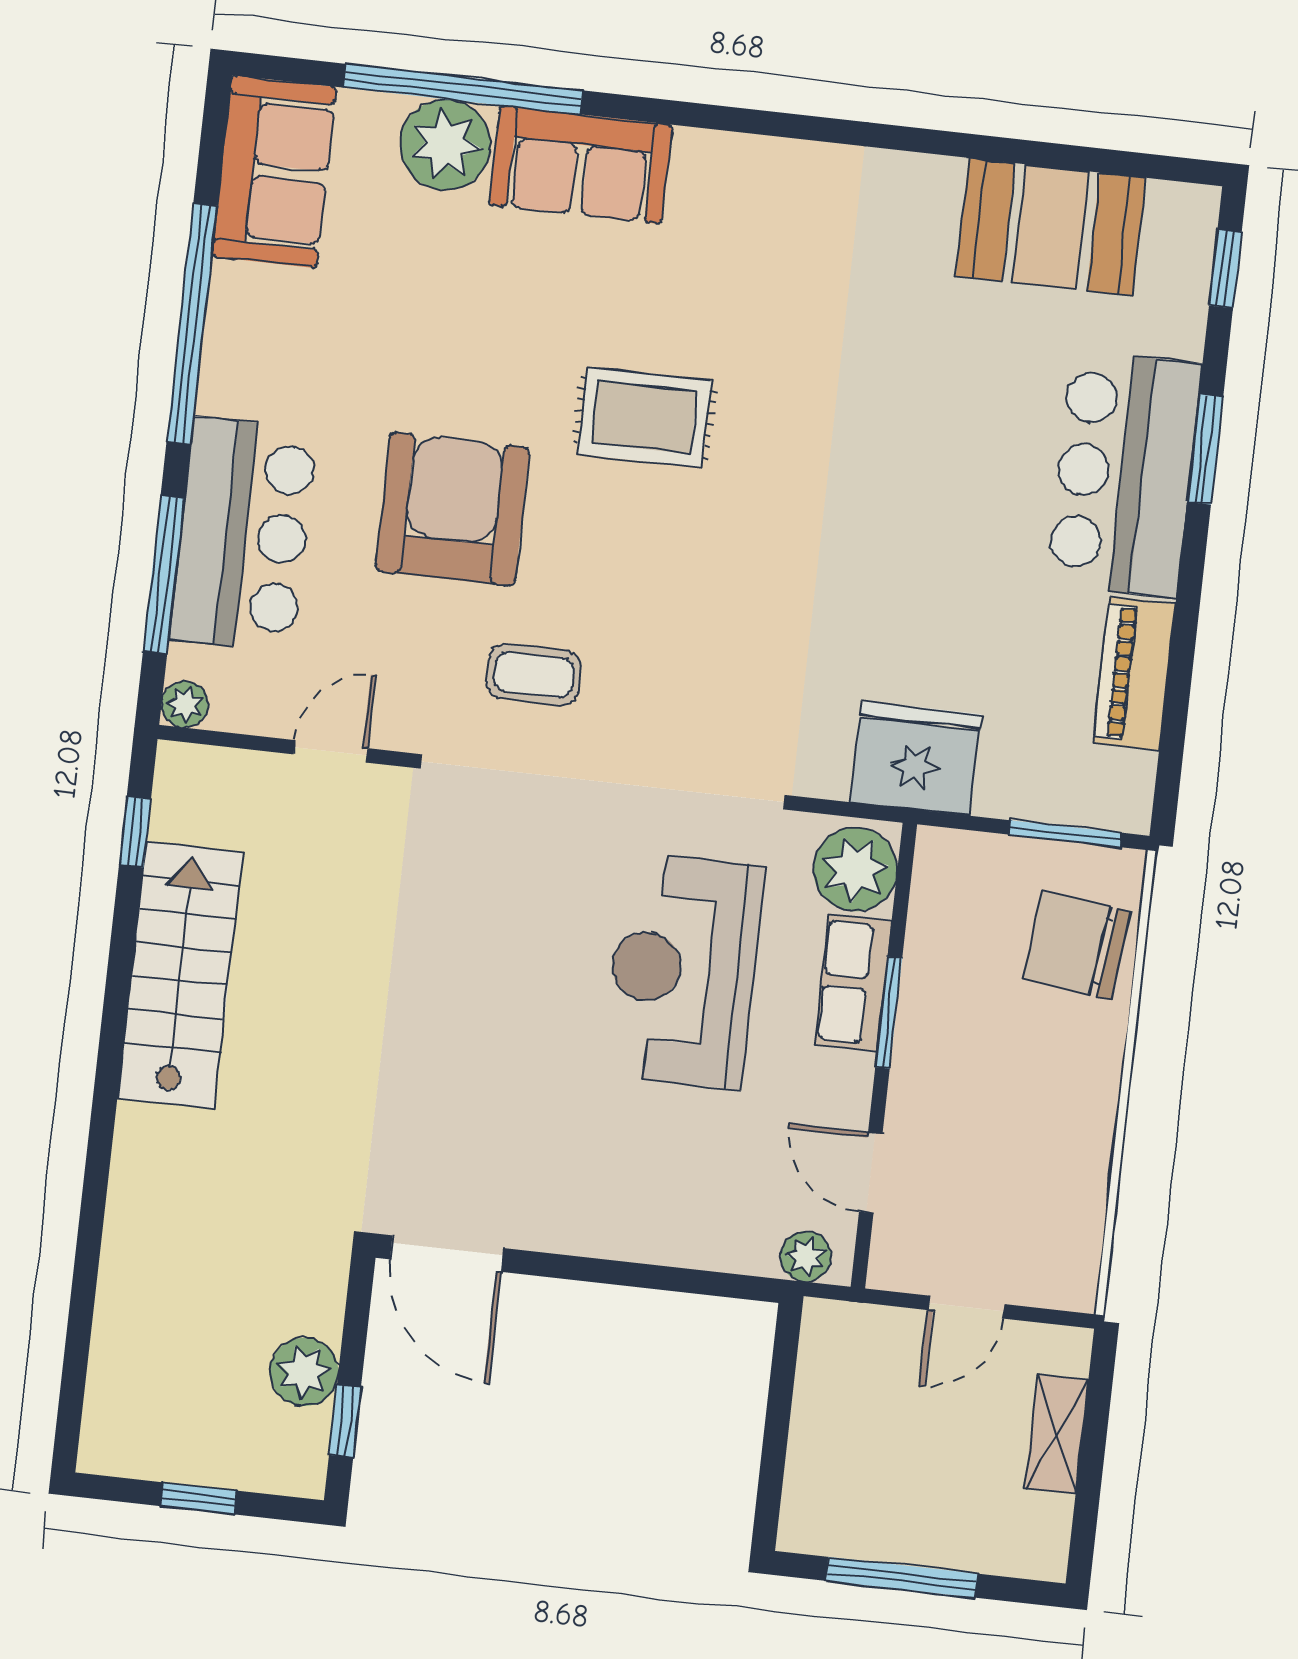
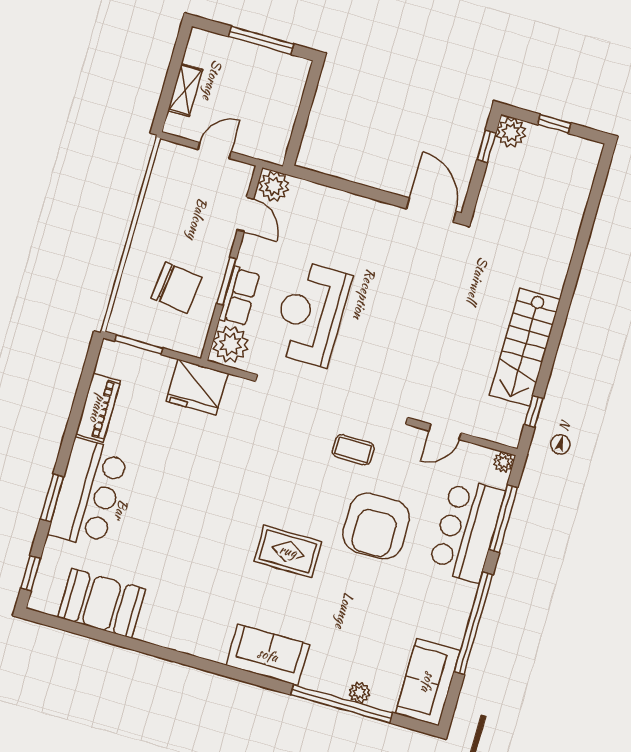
plant: (445, 145) -> (359, 693), width x0.53, depth x0.53
sofa: (581, 165) -> (268, 655), moved
chair: (1077, 945) -> (176, 288), moved
reception desk: (683, 970) -> (311, 314), turned 180
plant: (806, 1256) -> (274, 186), width x1.38, depth x1.38
plant: (304, 1372) -> (511, 132), moved

